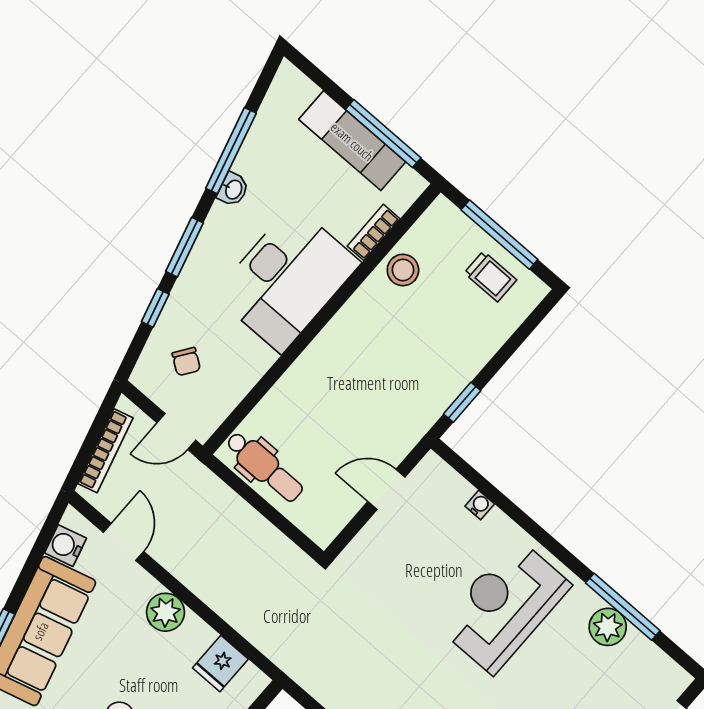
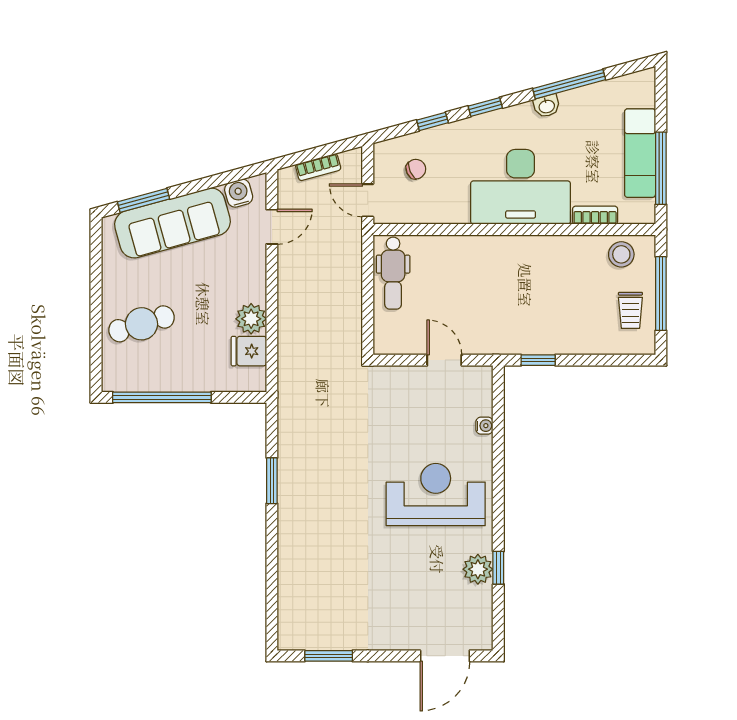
window: (184, 247) -> (485, 107), width x0.67
stool: (403, 270) -> (621, 254), moved
chair: (186, 362) -> (416, 169), turned -149
bookcase: (106, 451) -> (318, 167), width x0.64
window: (623, 607) -> (498, 568), width x0.46
plant: (165, 612) -> (251, 319), moved

